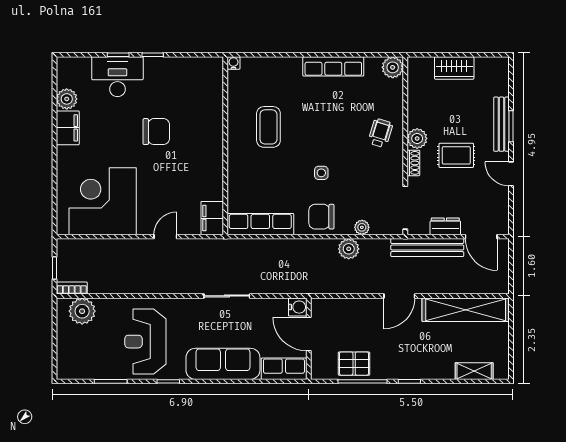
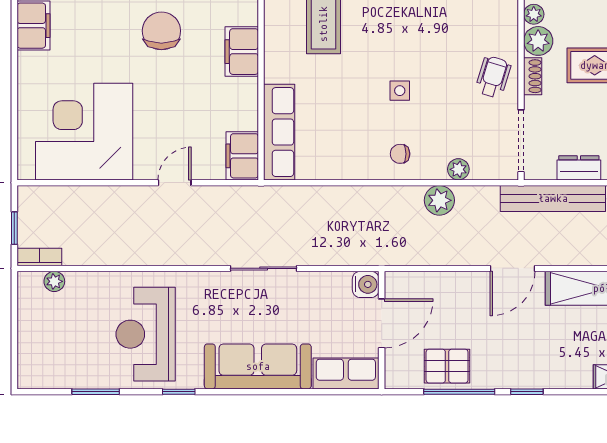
plant: (414, 120) -> (534, 14), added
chair: (156, 132) -> (161, 31), turned -90
wheelchair: (380, 133) -> (493, 77), moved
filing cabinet: (212, 146) -> (242, 52), added
chair: (321, 217) -> (400, 154), width x0.54, depth x0.54
row of seats: (260, 224) -> (279, 132), moved, turned 90
plant: (82, 311) -> (54, 281), width x0.53, depth x0.53
door: (309, 334) -> (382, 323), swing flipped

